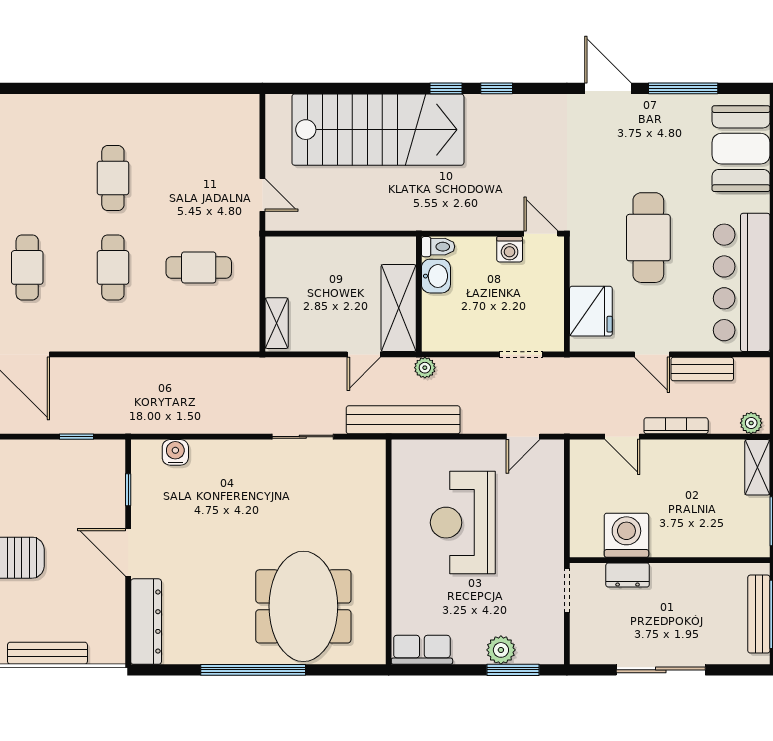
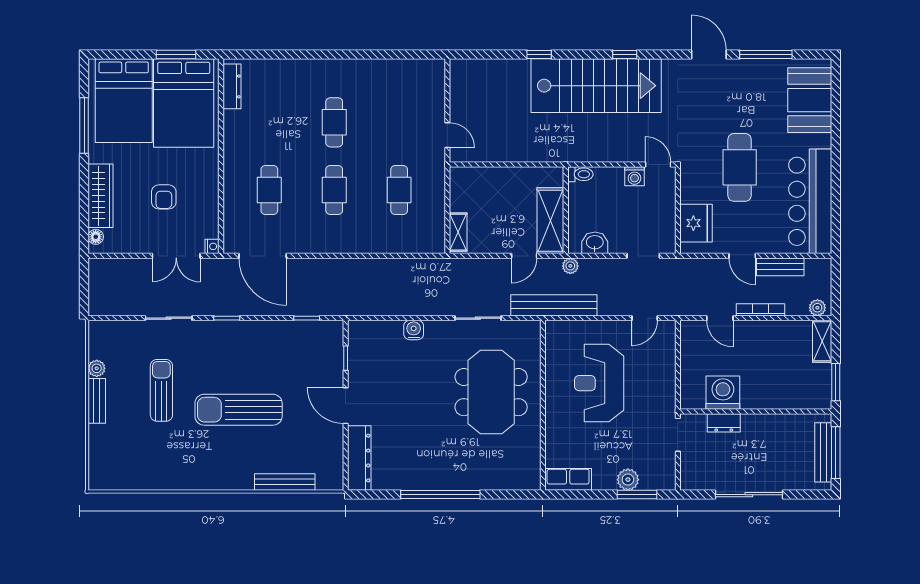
window: (446, 88) -> (539, 54), moved
stairs: (378, 130) -> (596, 86), moved
cafe table: (199, 267) -> (399, 190), turned 90
washbasin: (436, 276) -> (595, 243), moved, turned -90
water cooler: (175, 452) -> (414, 330), moved
meeting table: (303, 606) -> (491, 392), moved

